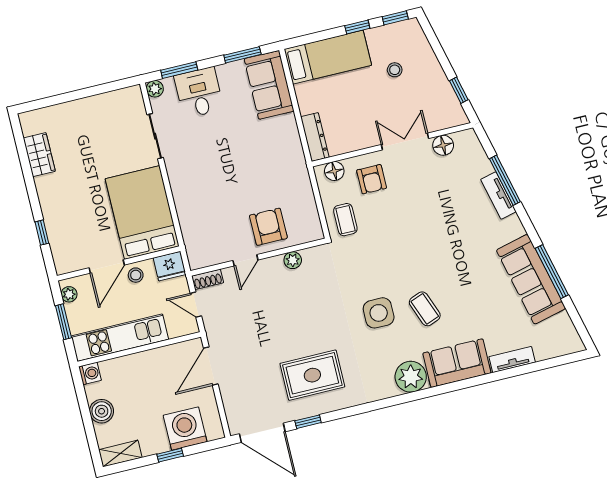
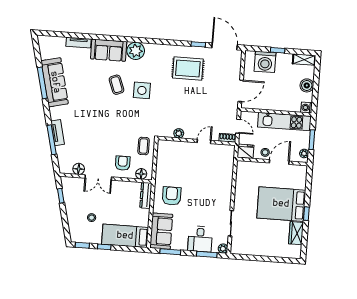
bed: (142, 212) -> (281, 204), moved, turned 90
armchair: (268, 227) -> (172, 196), moved, turned 180
window: (42, 233) -> (306, 214), moved

